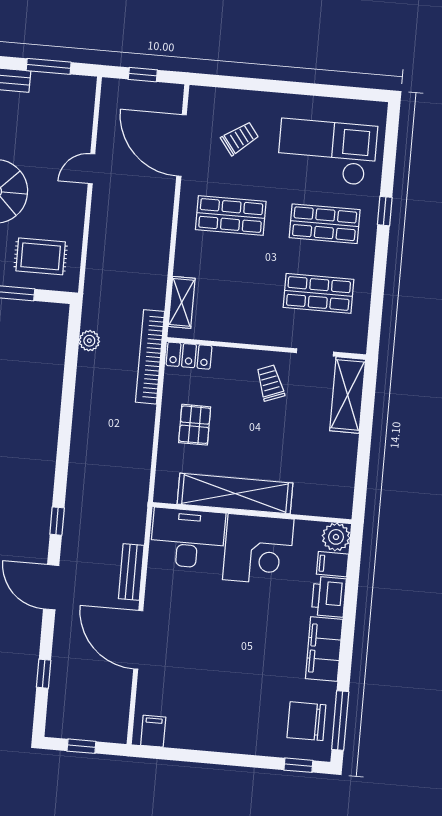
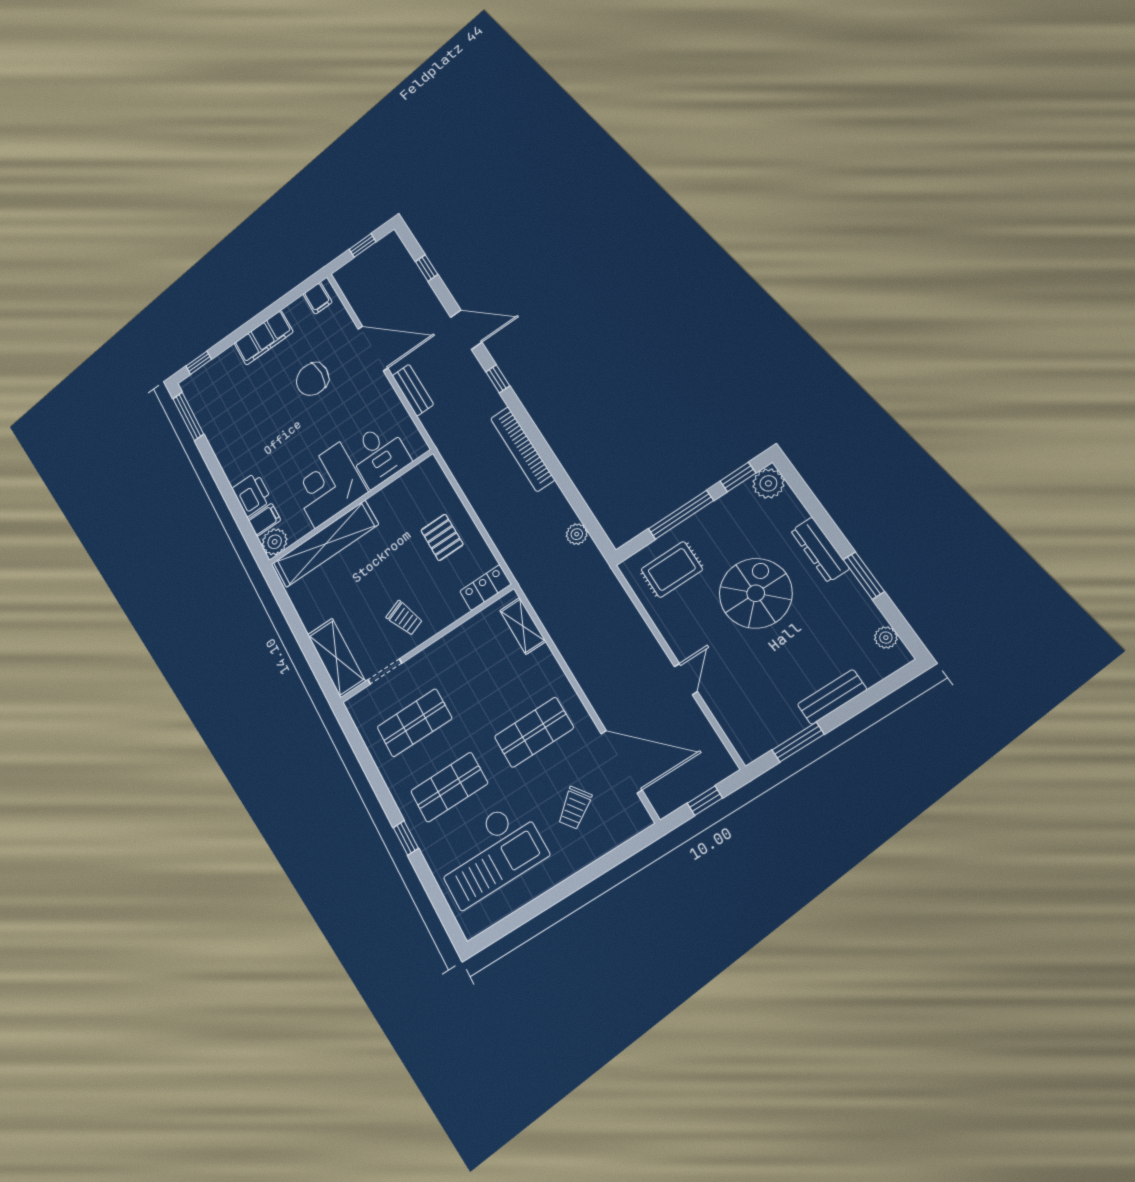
bookcase: (150, 357) -> (522, 449), moved, turned 180
shelving: (235, 494) -> (326, 544), moved
desk: (188, 538) -> (379, 455), width x0.73
filing cabinet: (324, 649) -> (264, 338), moved, turned 90
chair: (306, 721) -> (312, 379), moved, turned 180

